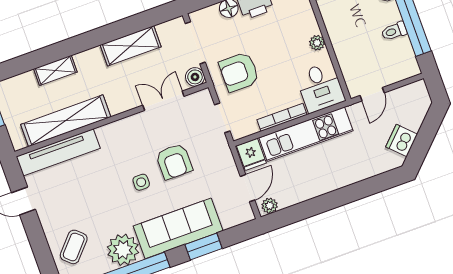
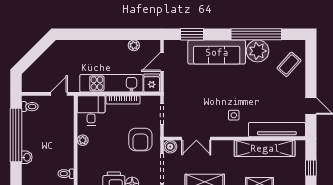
toilet: (394, 31) -> (30, 107), moved
armchair: (239, 72) -> (140, 139), turned 90
dishwasher: (402, 141) -> (51, 57), removed
armchair: (174, 161) -> (204, 96), removed
side table: (141, 182) -> (234, 115), moved
plant: (270, 206) -> (134, 45), moved
window: (204, 246) -> (192, 34), moved

